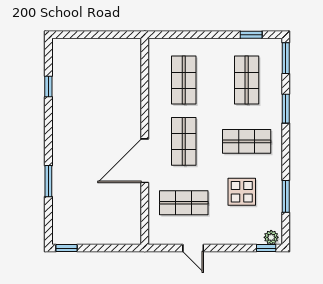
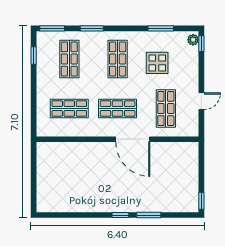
shop shelf: (247, 80) -> (69, 59), turned 90
window: (48, 87) -> (120, 215), moved

